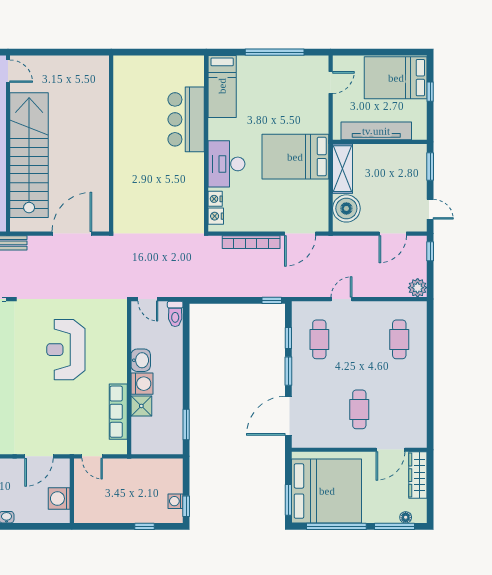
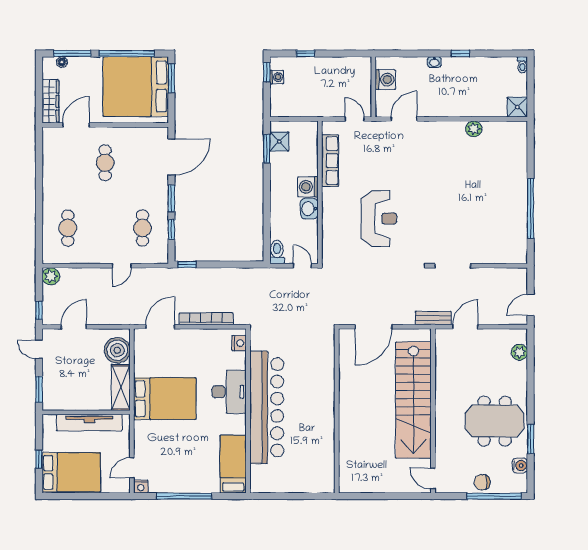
bar counter: (186, 119) -> (267, 407), width x1.86
nightstand: (215, 199) -> (141, 487), moved, turned 90
shower: (141, 406) -> (279, 141), moved

